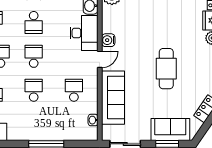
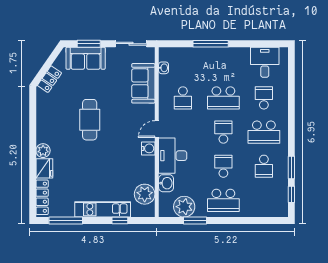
school desk: (34, 56) -> (223, 132), turned 180
school desk: (34, 90) -> (223, 98), width x1.85
sofa: (113, 98) -> (143, 83), width x0.73

